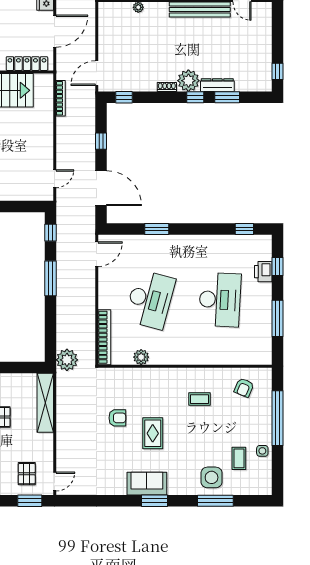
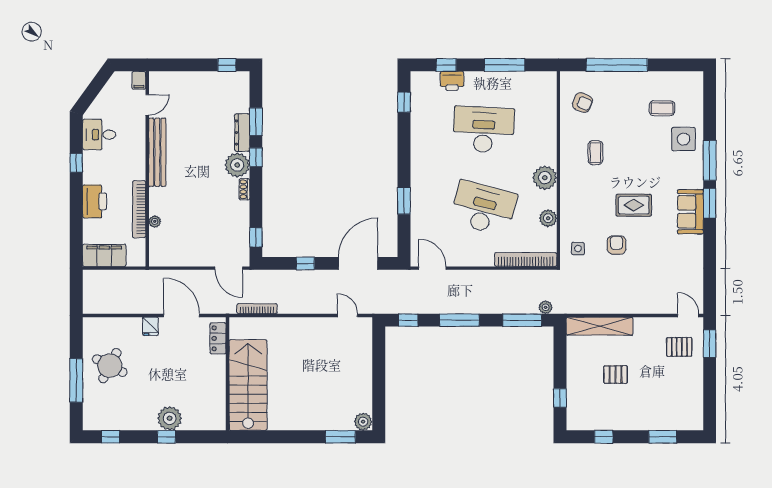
locker: (27, 64) -> (218, 338), width x0.66
window: (50, 334) -> (522, 320), added
plant: (177, 354) -> (545, 178), added
plant: (67, 360) -> (546, 307), width x0.53, depth x0.53
side table: (262, 451) -> (578, 249), moved
window: (215, 501) -> (710, 160), moved

